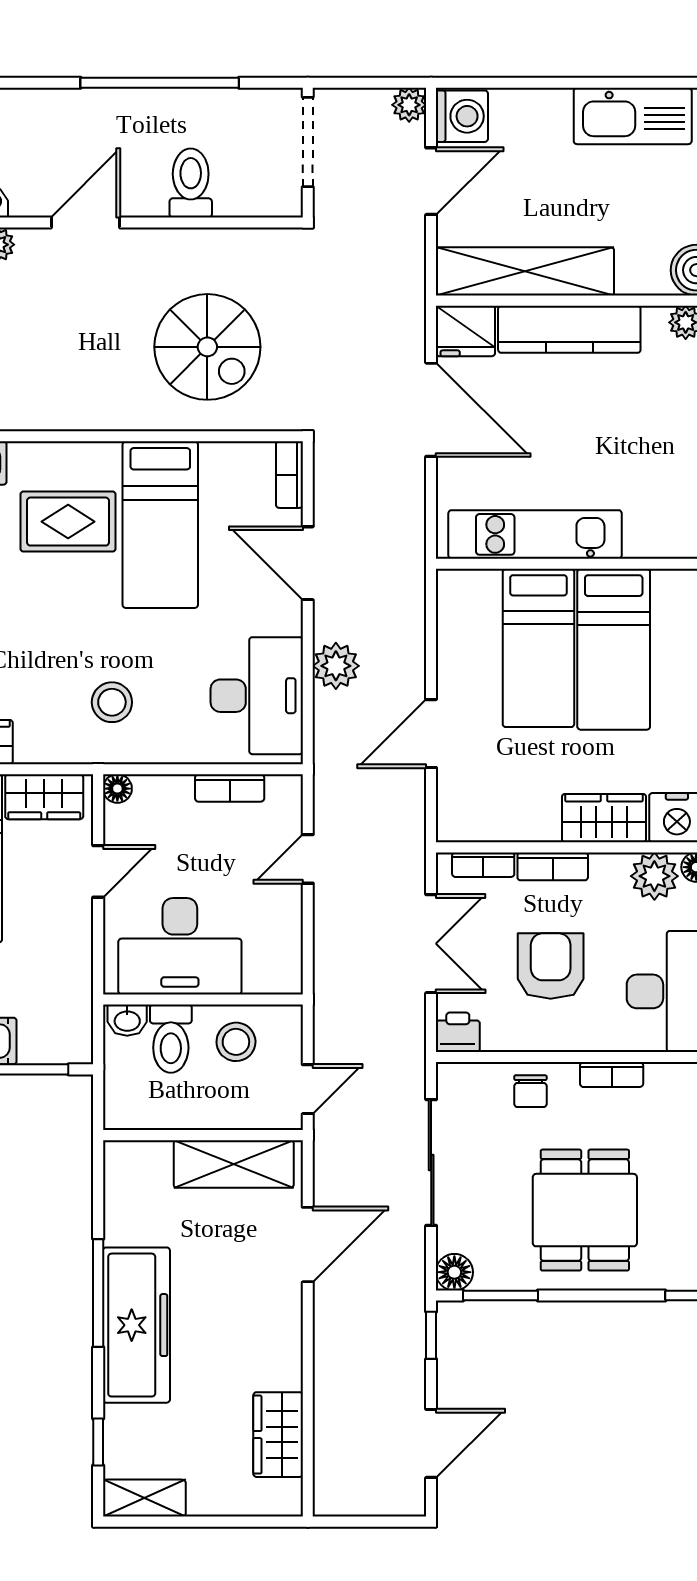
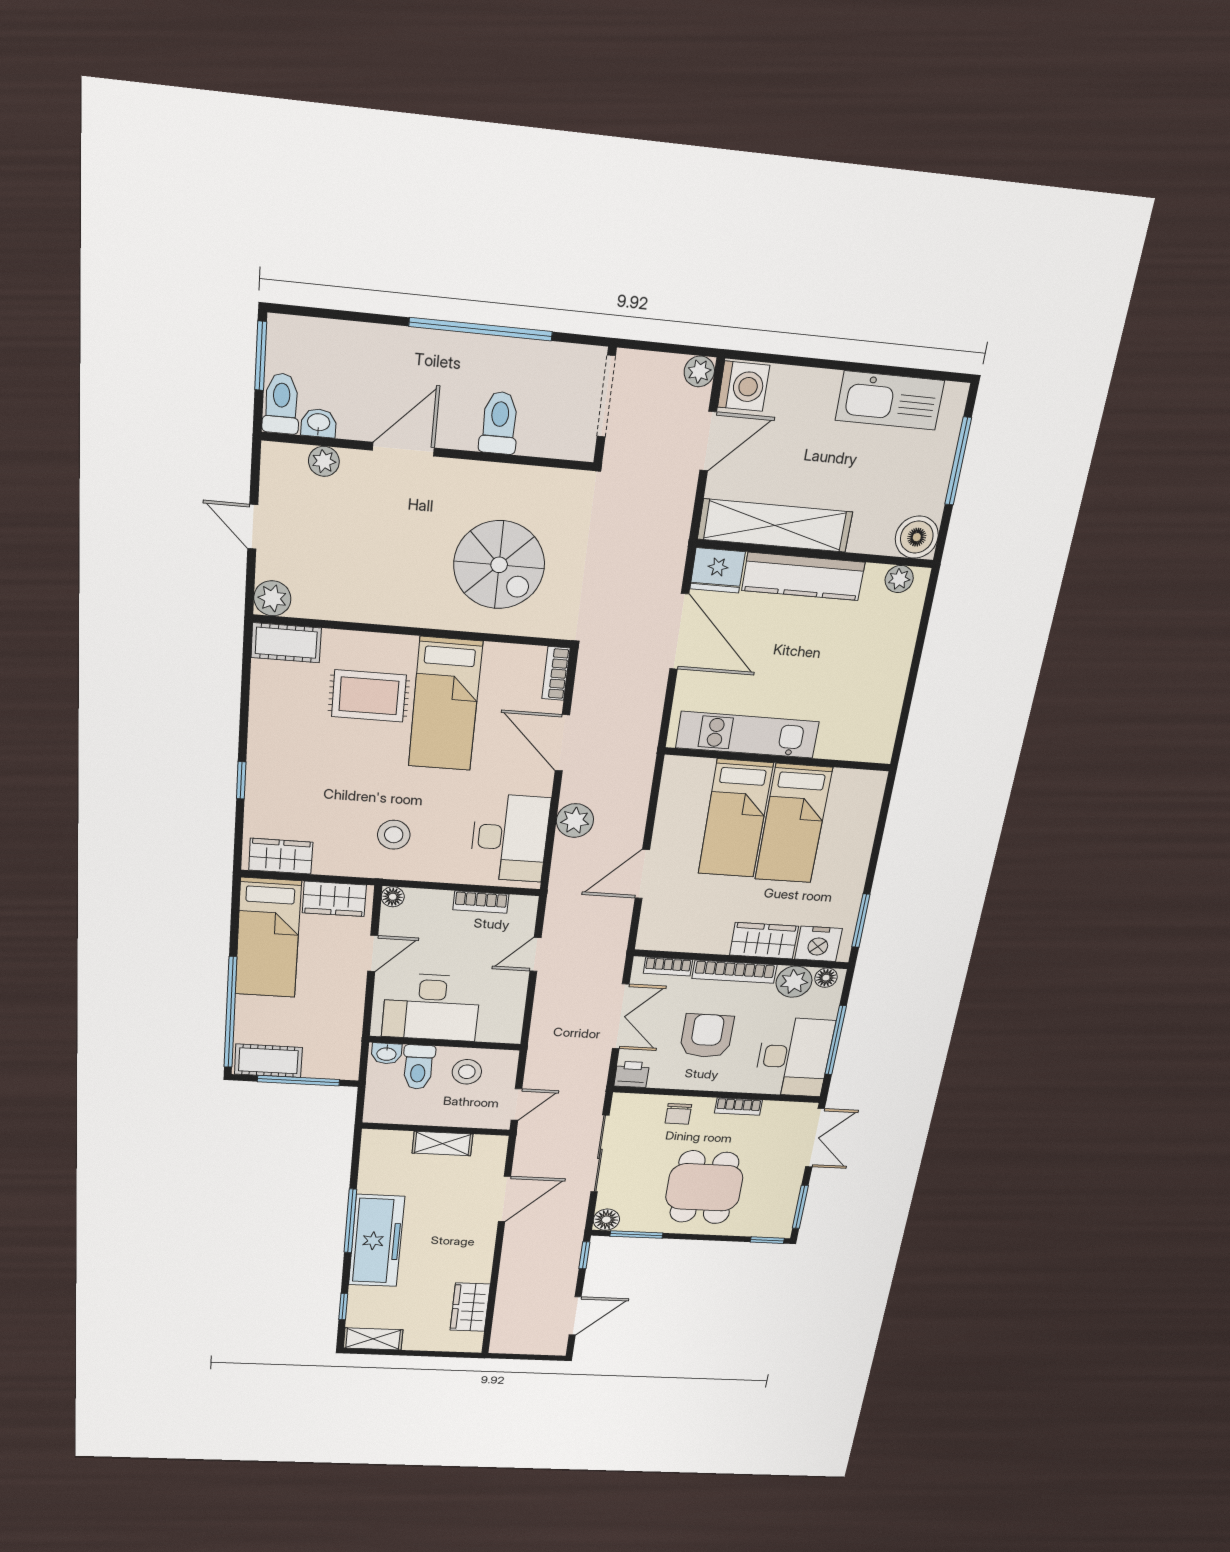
bookcase: (553, 866) -> (734, 972), width x1.56
shelving: (234, 1164) -> (442, 1144), width x0.67, depth x0.75

